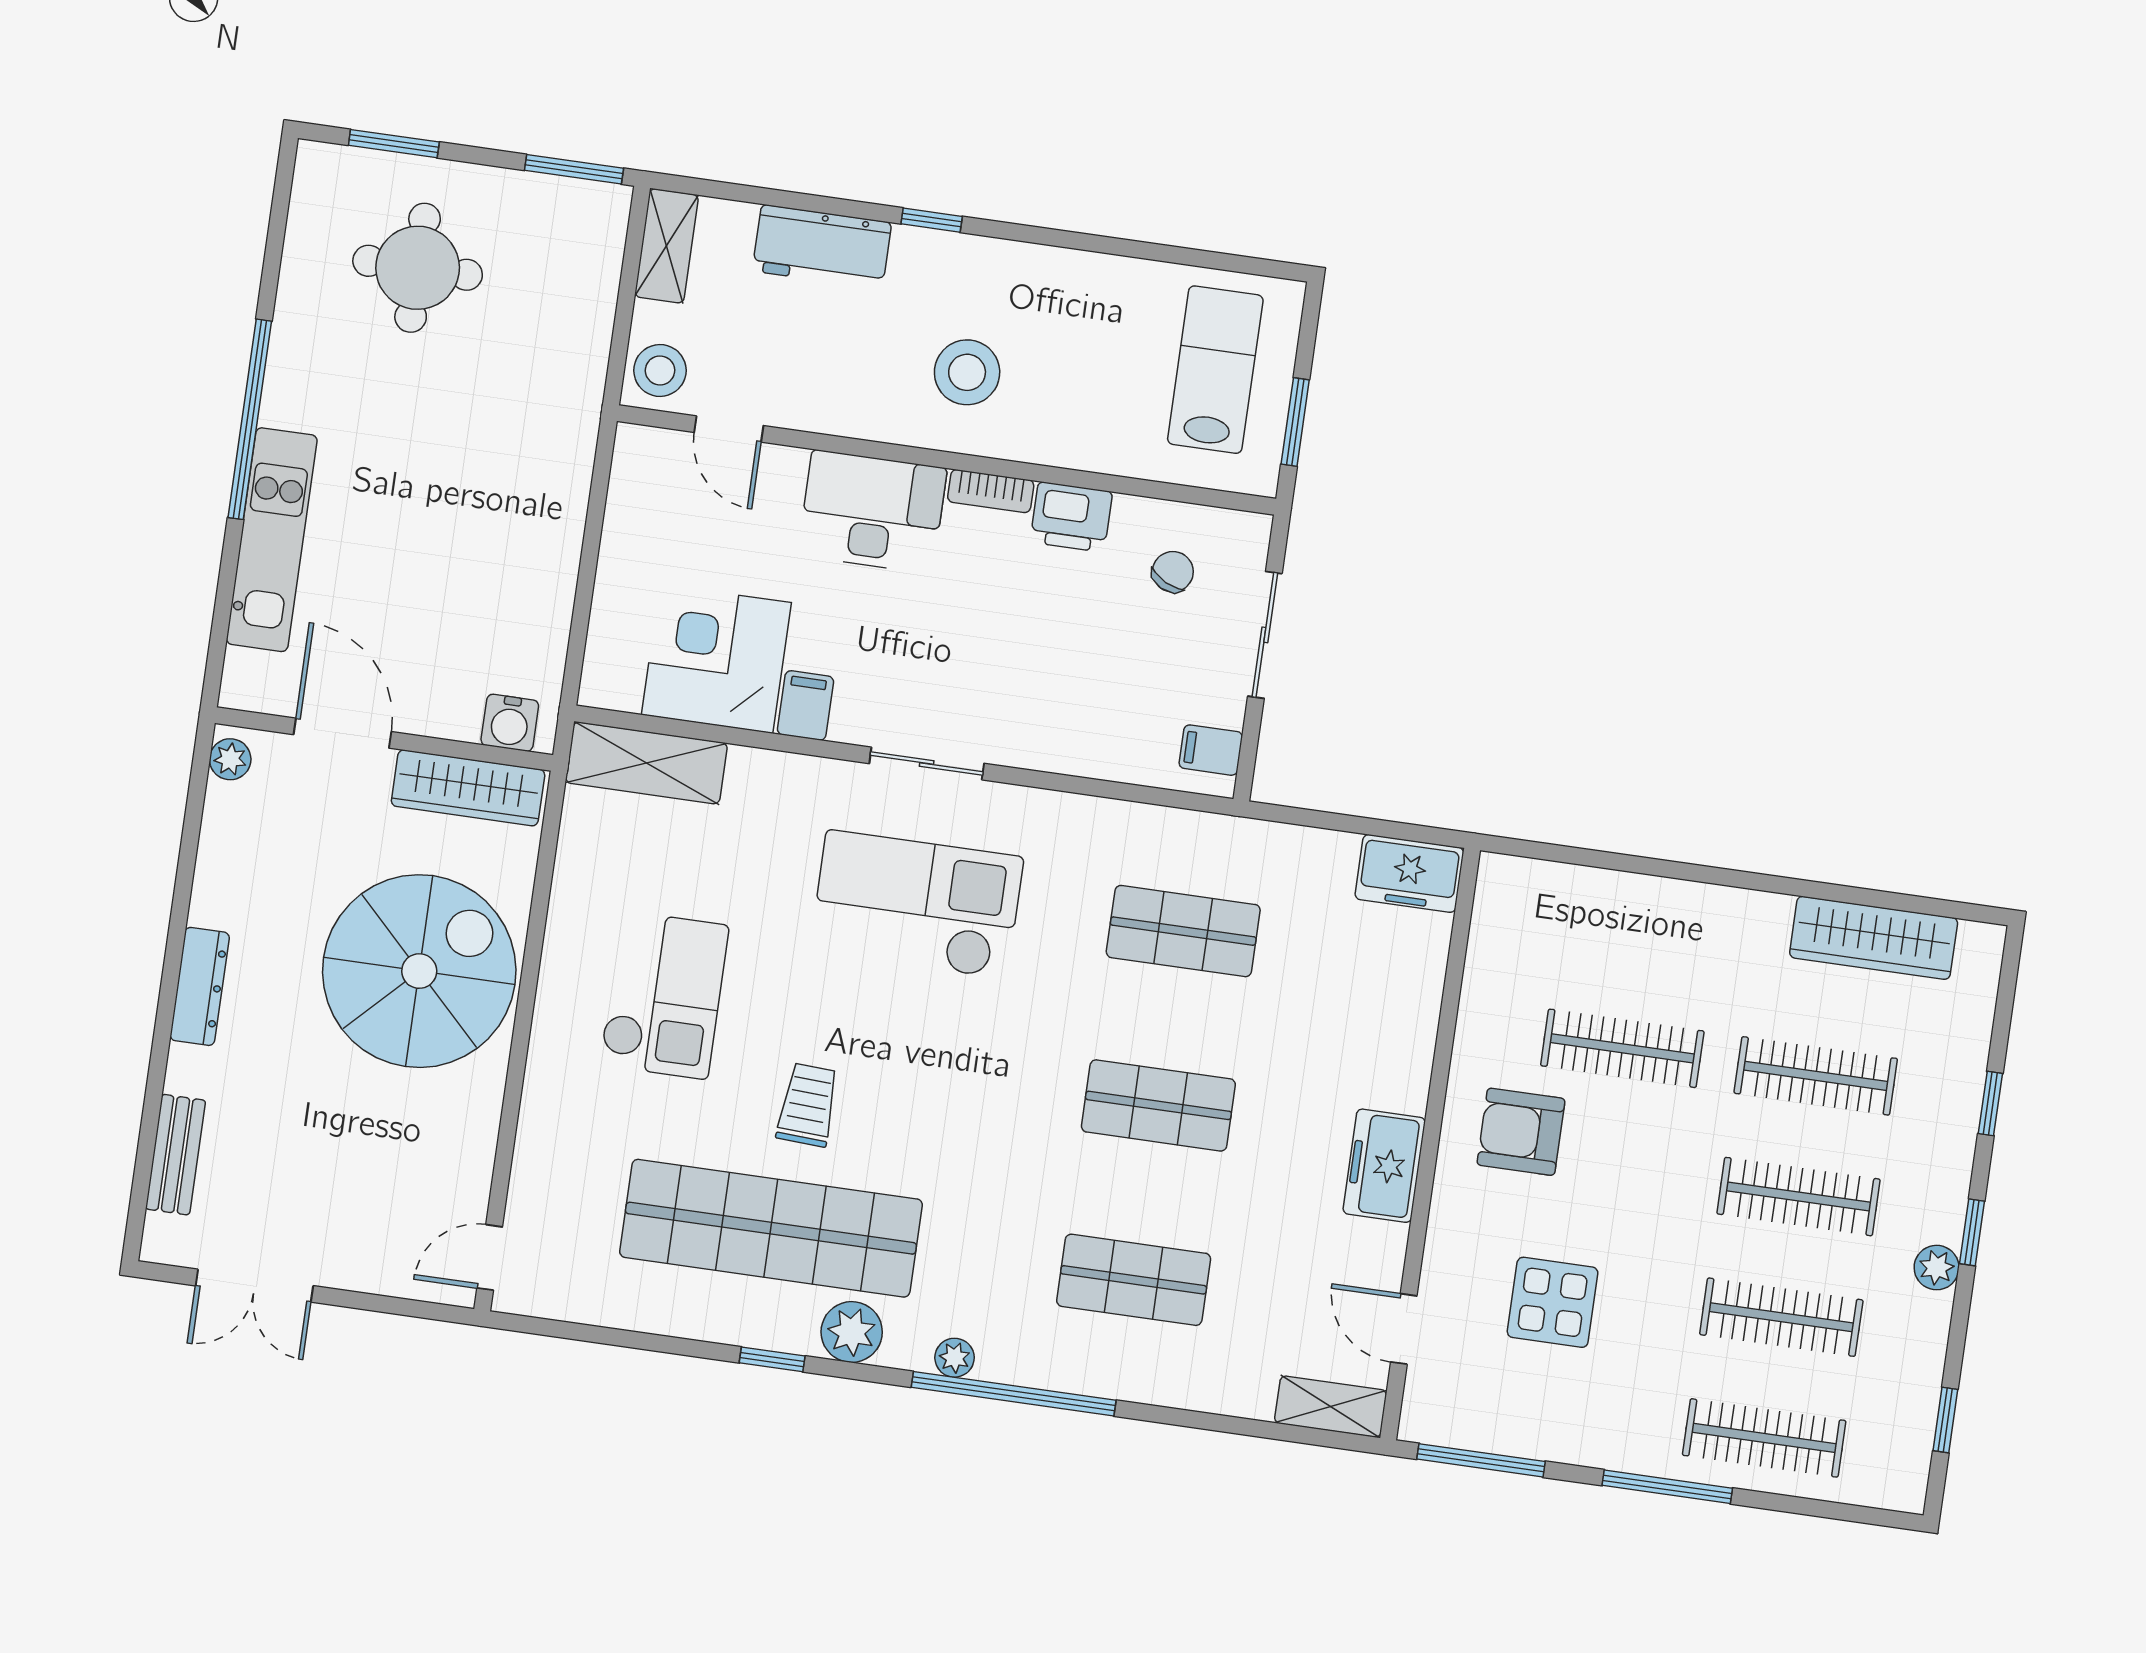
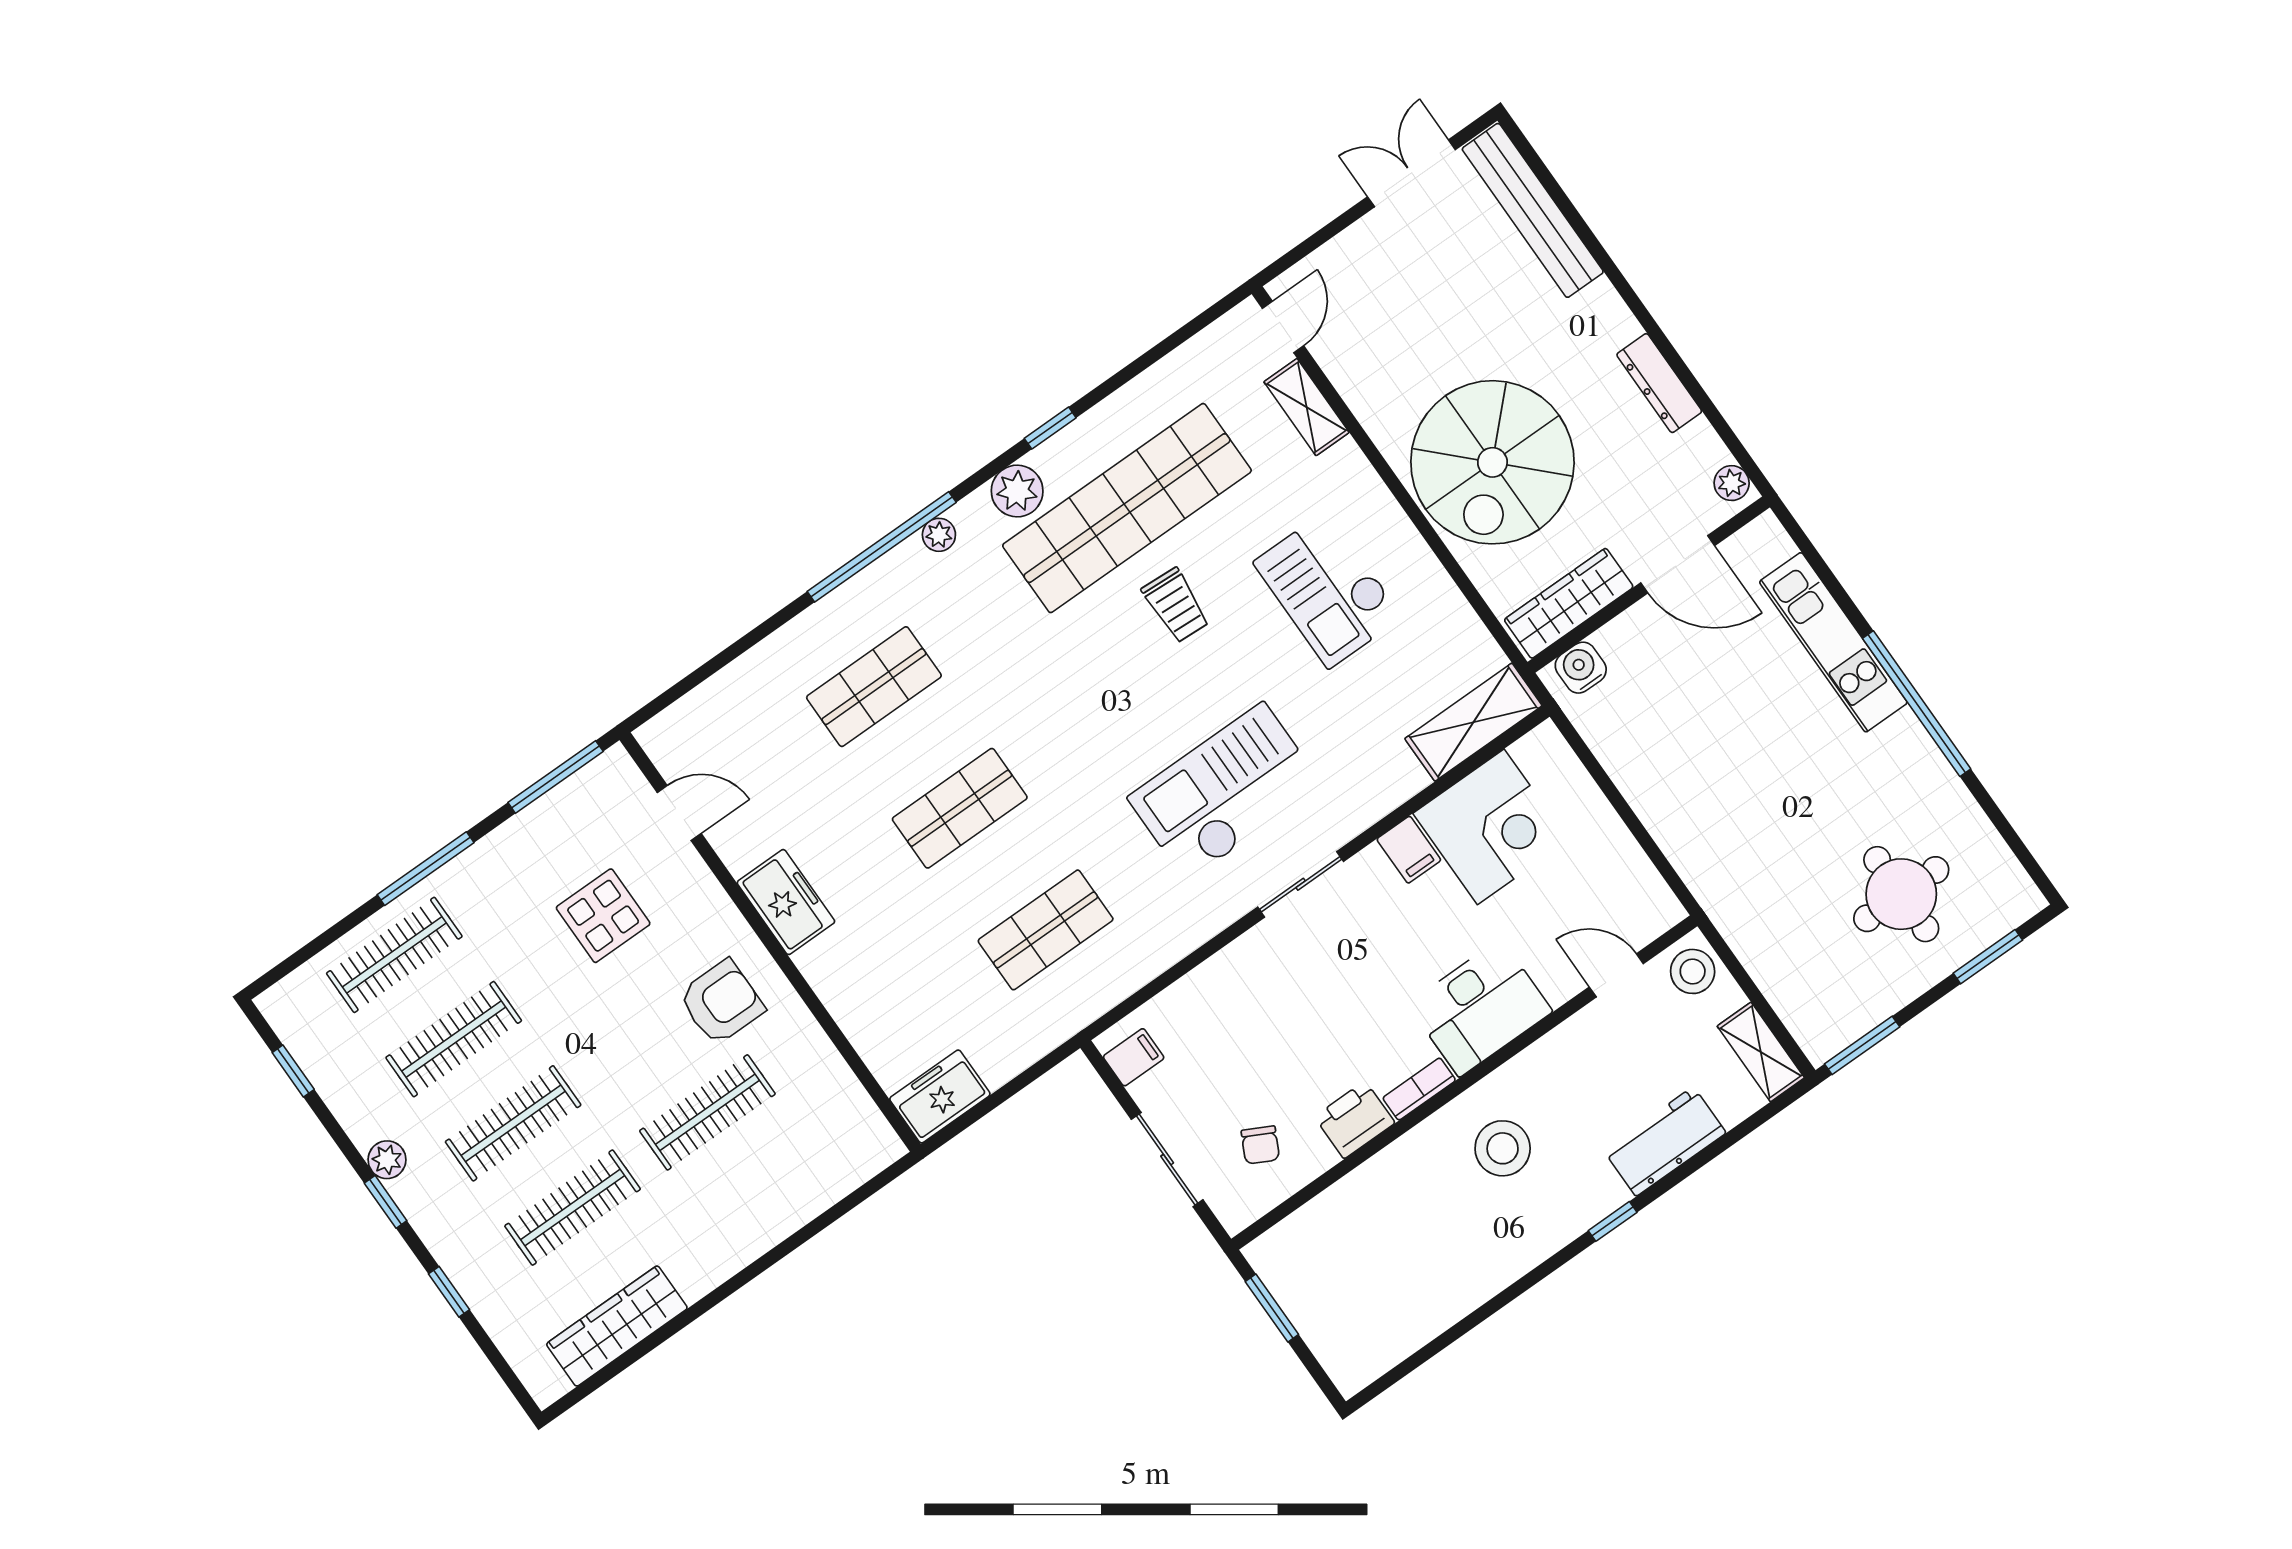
lab bench: (1215, 370) -> (1351, 1294), removed
checkout: (917, 904) -> (1225, 792), turned 180
dresser: (200, 986) -> (1659, 383), moved
bench: (176, 1155) -> (1533, 210), width x1.86, depth x1.21
shelving: (1331, 1407) -> (1307, 407), moved, turned 90

